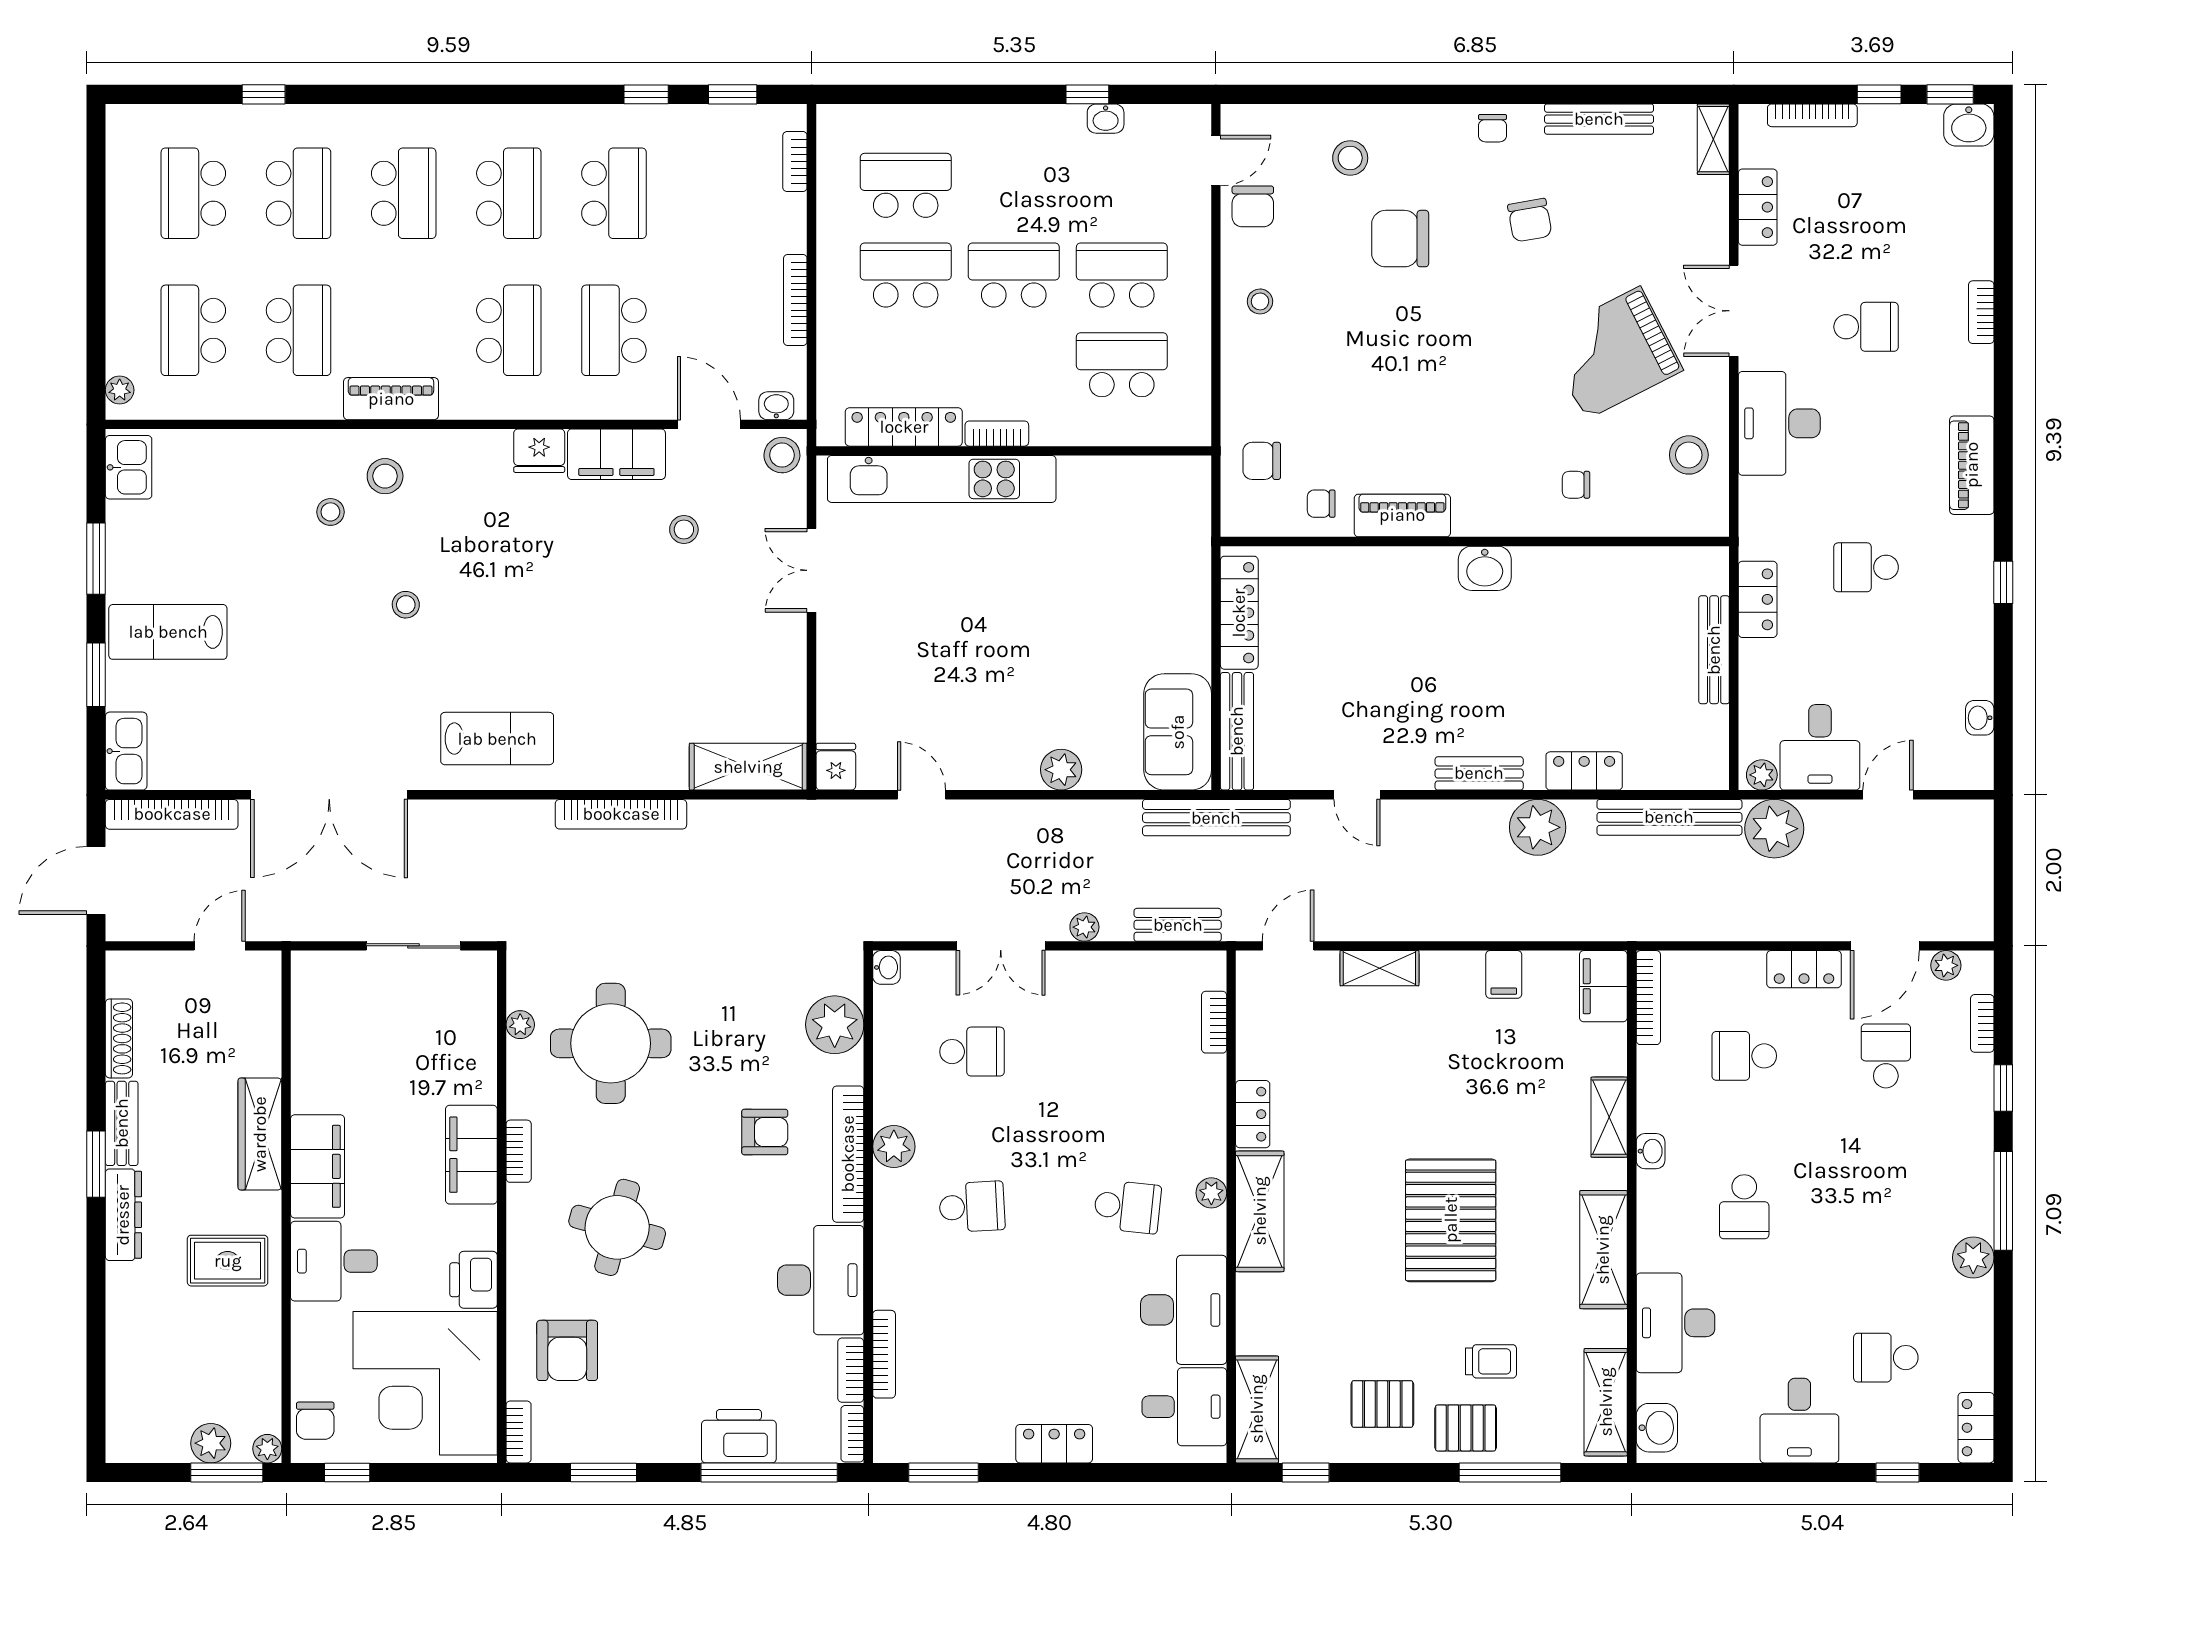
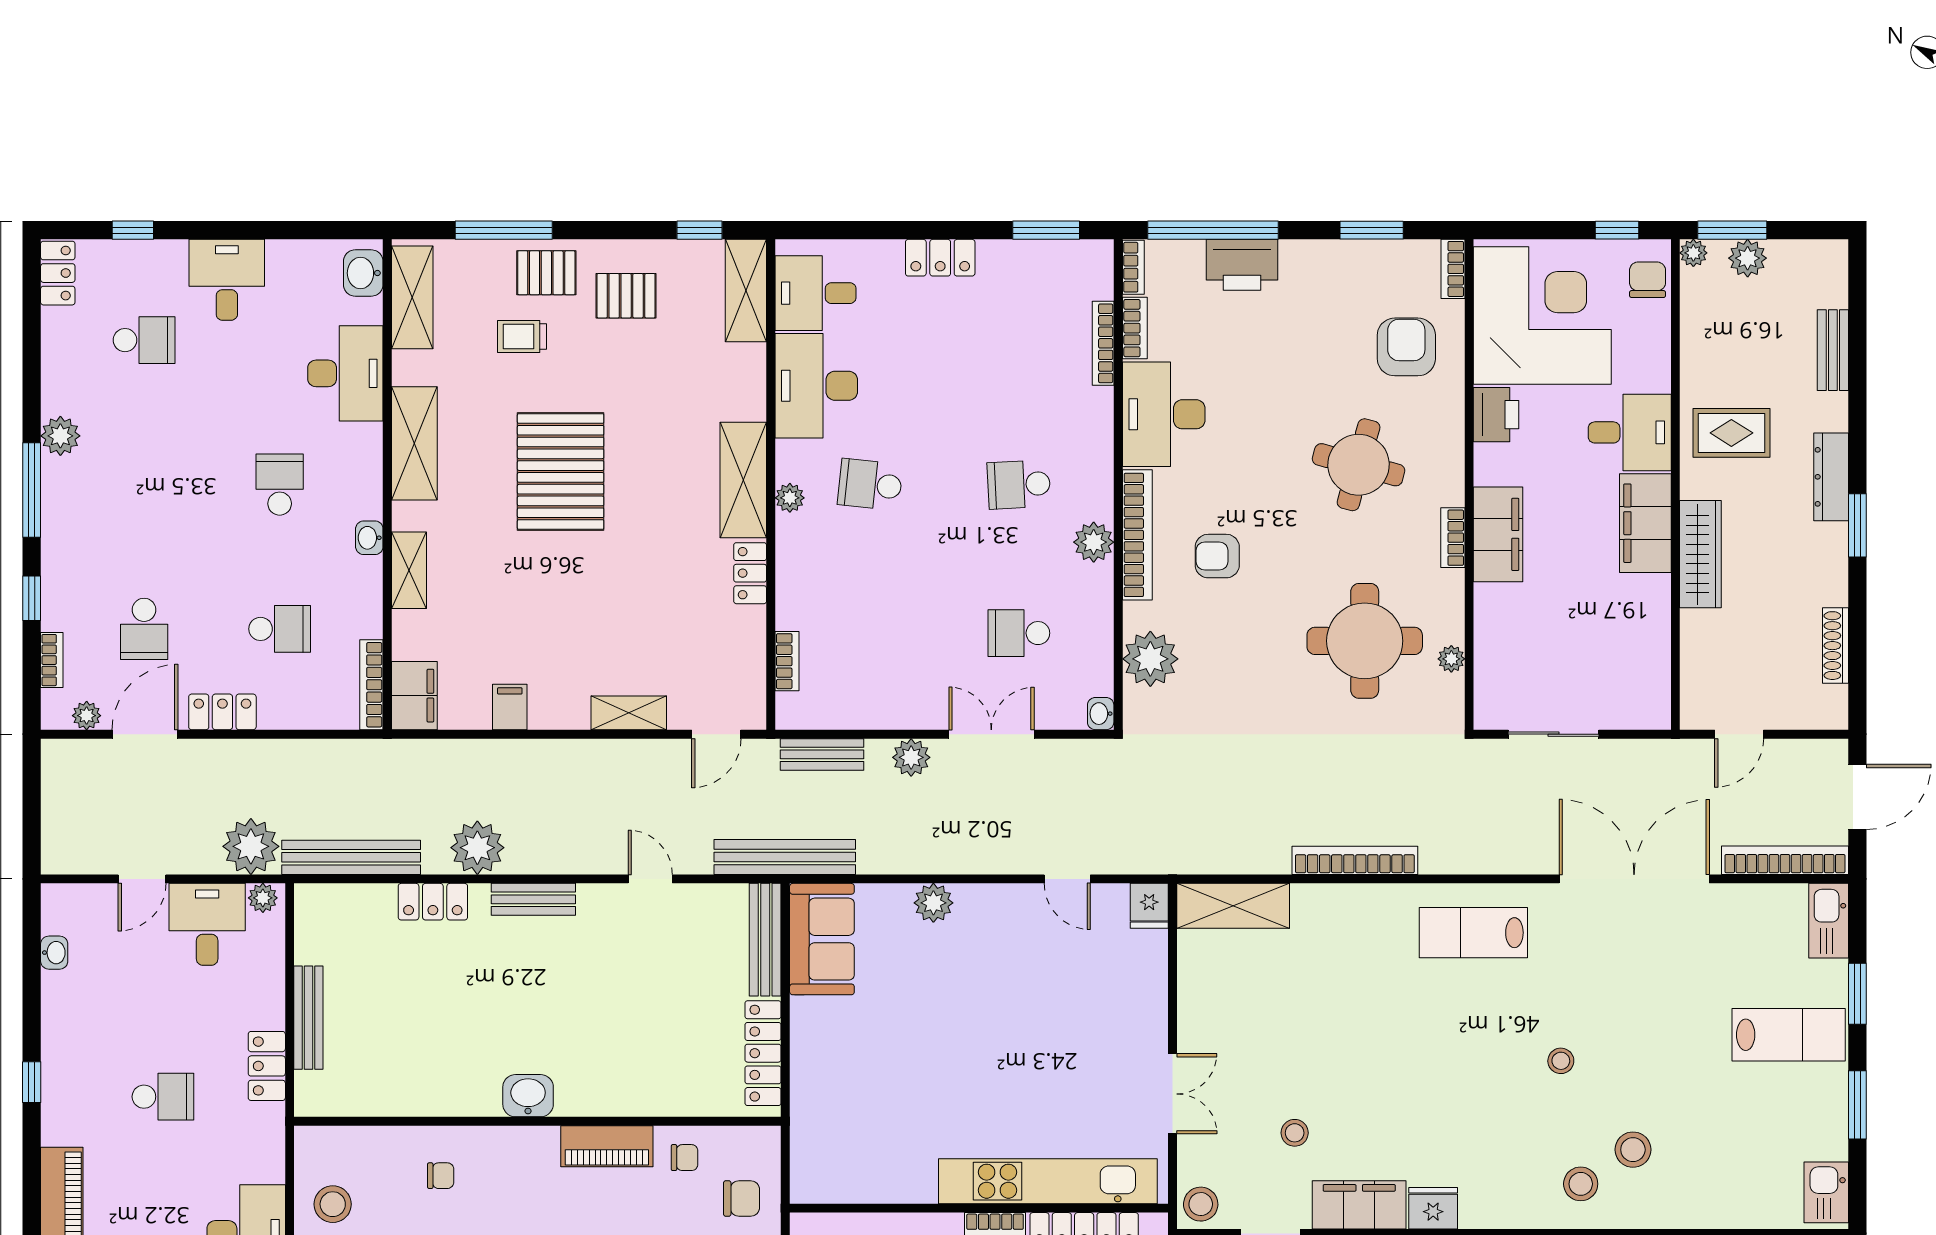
stool: (330, 512) -> (1633, 1150), width x1.37, depth x1.37
plant: (1084, 927) -> (911, 757), width x1.38, depth x1.38
bench: (122, 1123) -> (1833, 350), moved

